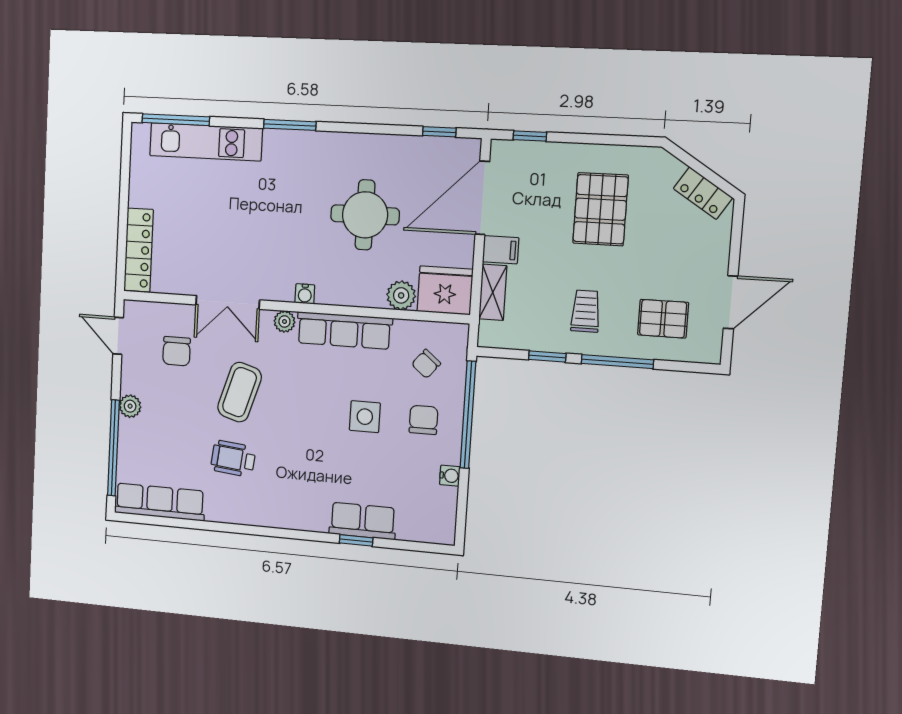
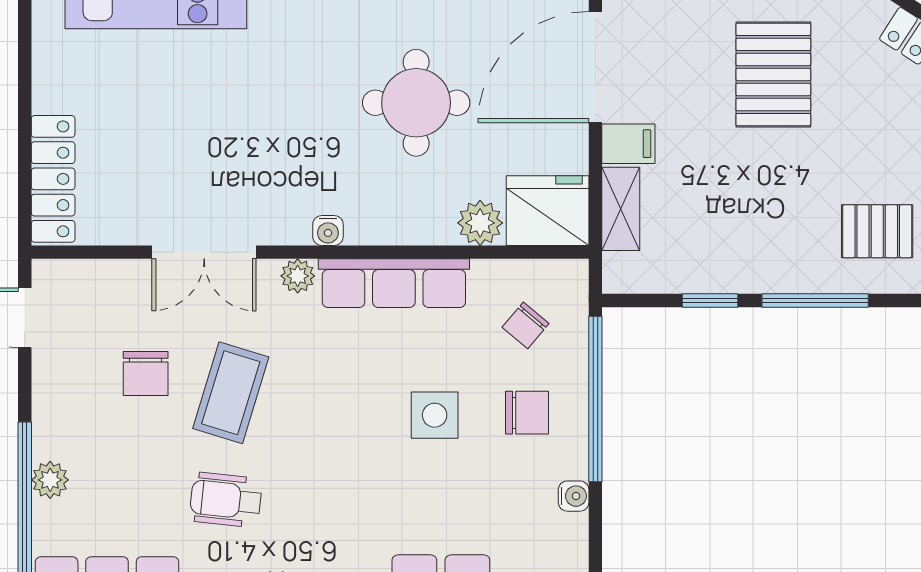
trolley: (586, 311) -> (762, 228), removed
chair: (177, 351) -> (146, 373), moved
plant: (130, 406) -> (50, 480), moved
chair: (423, 420) -> (527, 413), turned 90

